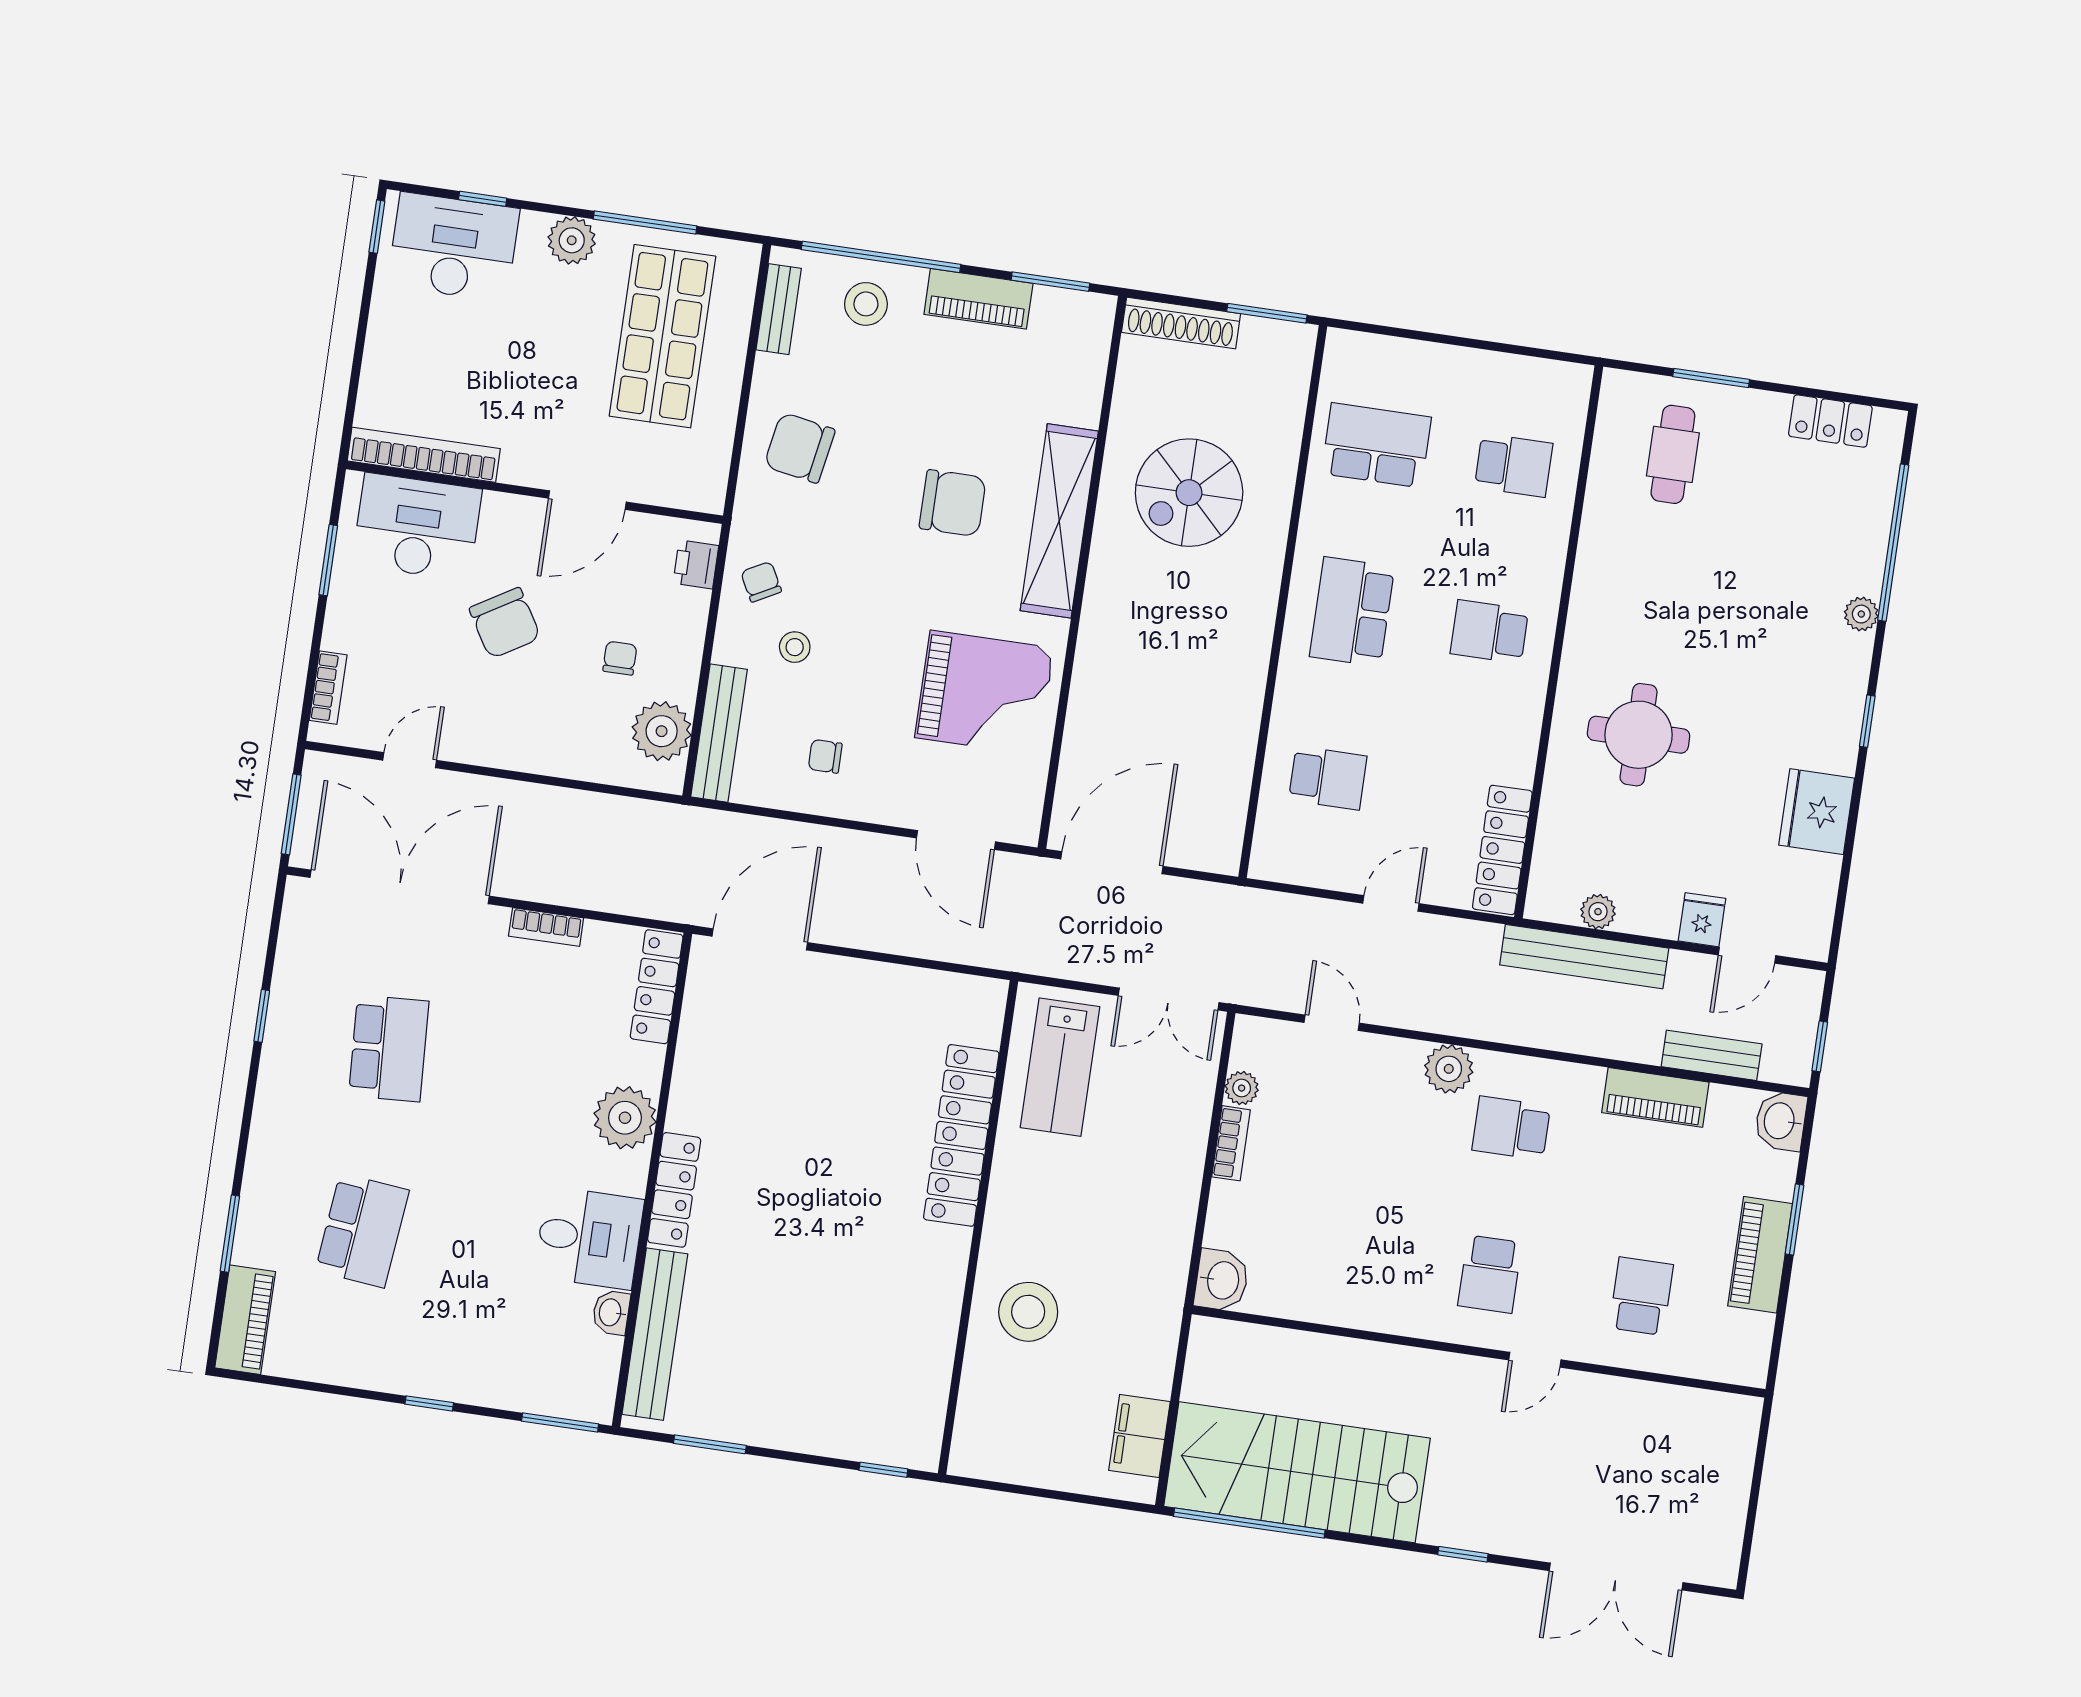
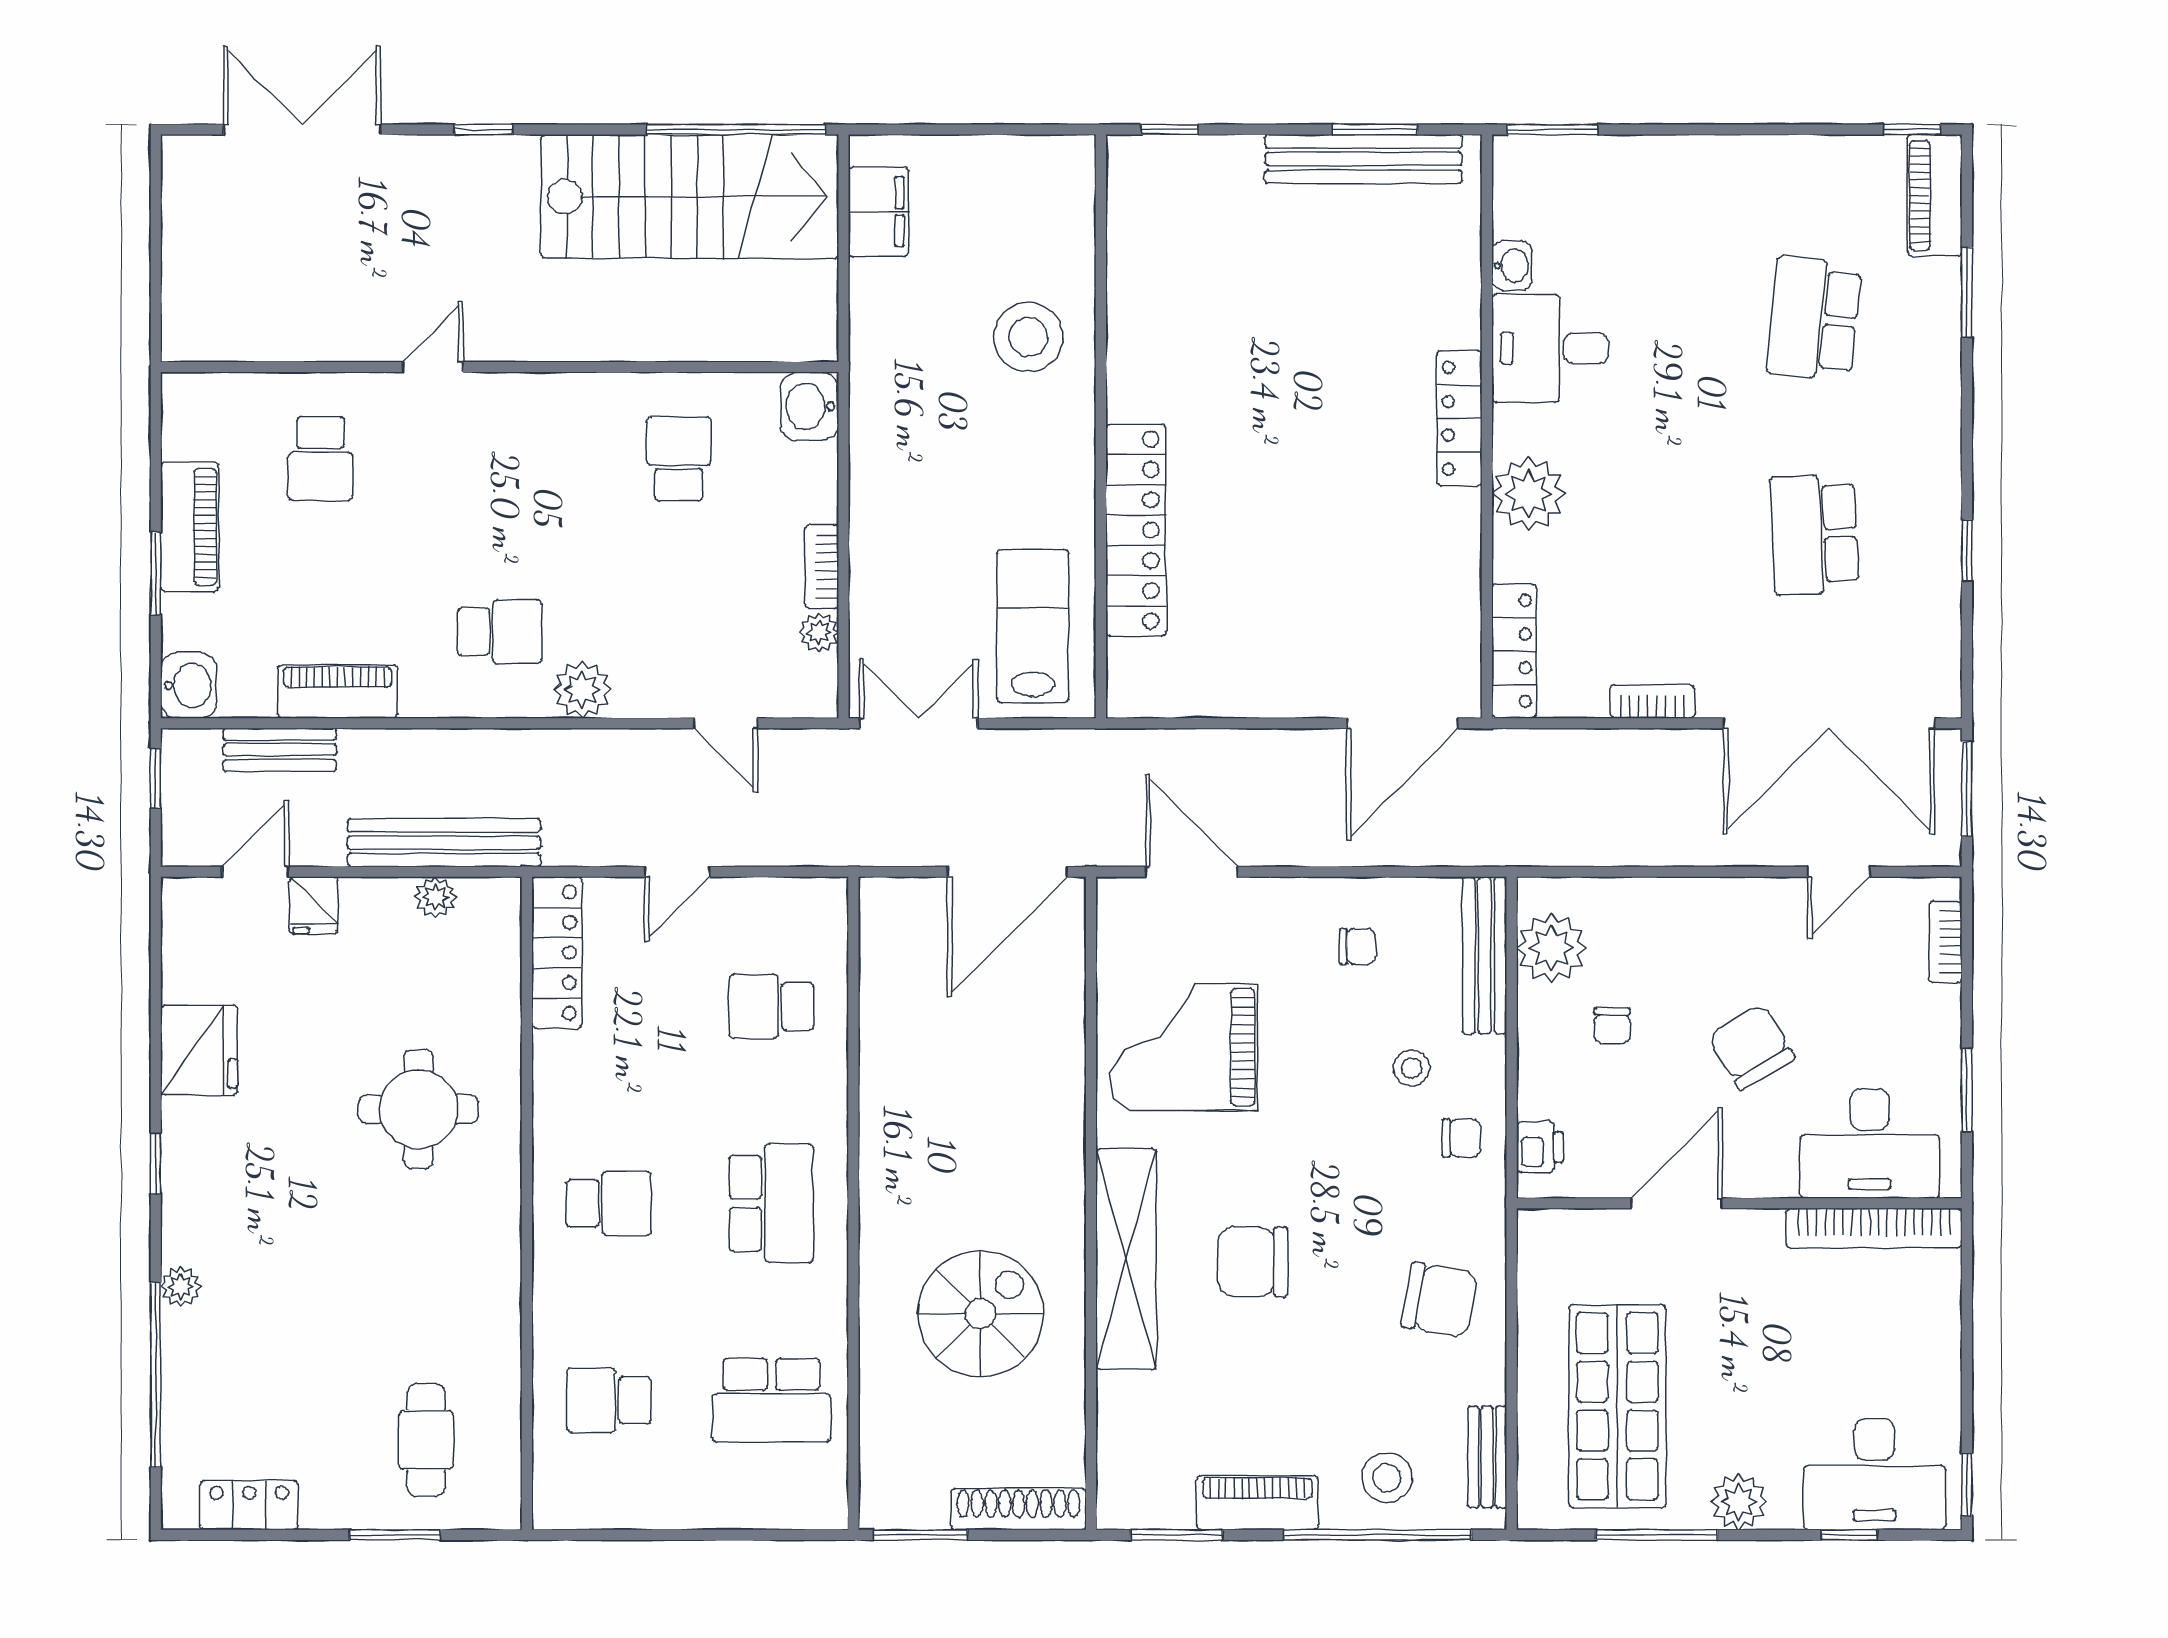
chair: (761, 582) -> (1461, 1138), turned -62
school desk: (1490, 1274) -> (679, 459), moved
bench: (655, 1334) -> (1364, 159), moved, turned 90
window: (429, 1403) -> (1912, 129), moved

